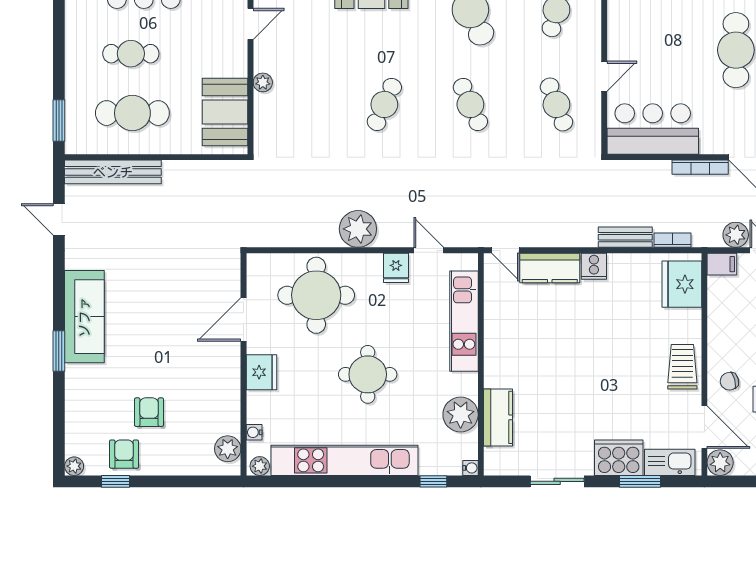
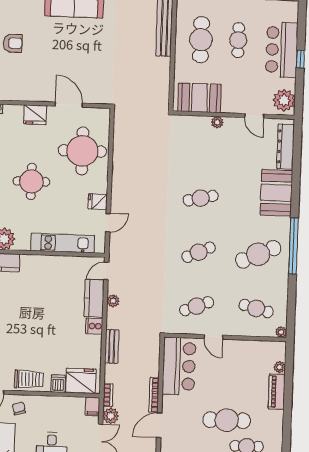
cafe table: (384, 104) -> (201, 198), turned -36
plant: (358, 229) -> (113, 301), moved, width x0.53, depth x0.53
bookcase: (672, 240) -> (108, 395), moved
dishwasher: (688, 320) -> (58, 384), added

